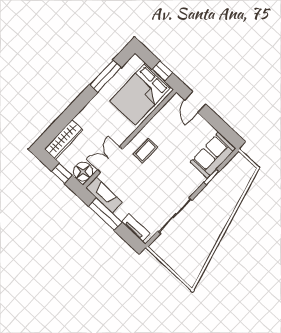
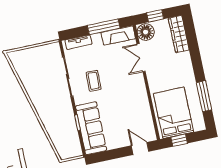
coffee table: (145, 151) -> (94, 81), moved
sofa: (213, 155) -> (91, 128), width x1.36
double door: (110, 160) -> (141, 58), swing flipped

